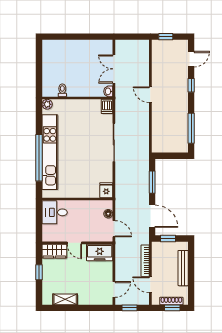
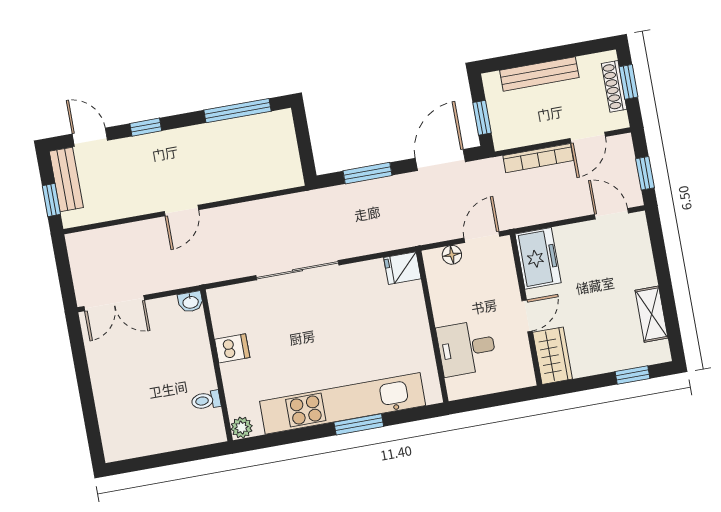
bench: (174, 45) -> (66, 179), added
double door: (114, 69) -> (114, 303), moved
dishwasher: (107, 106) -> (232, 348), moved
window: (39, 158) -> (359, 424), width x0.47
desk: (55, 212) -> (467, 348), moved, turned 90
window: (39, 272) -> (633, 375), moved

